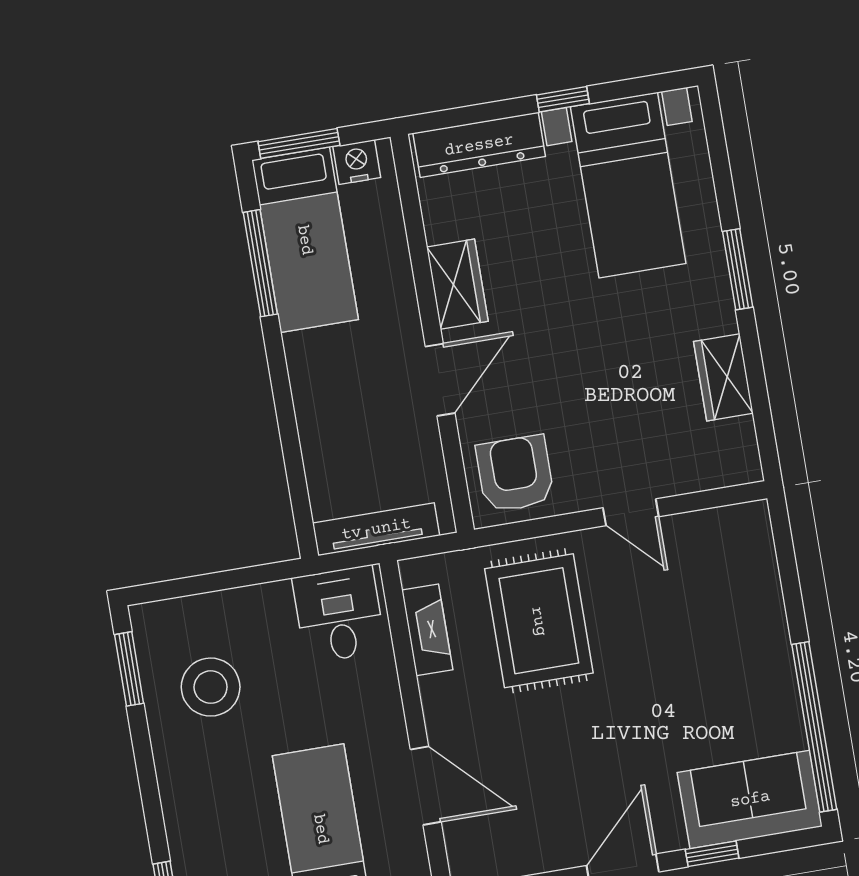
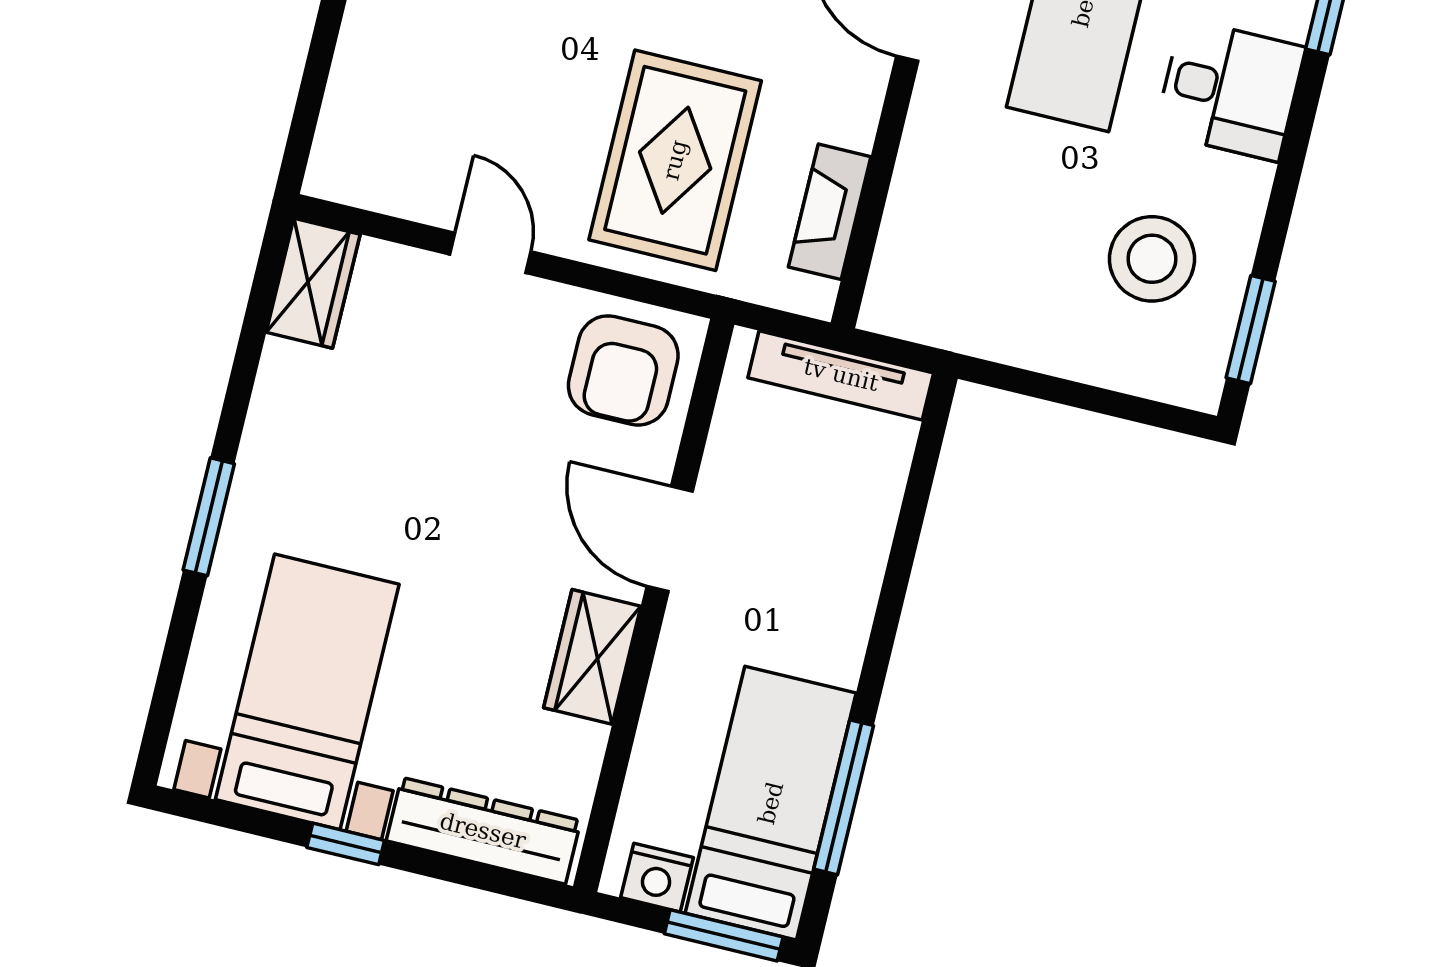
wardrobe: (723, 377) -> (313, 283), moved
door: (440, 380) -> (670, 539), hinge flipped
desk: (339, 614) -> (1230, 90), moved, turned -90

